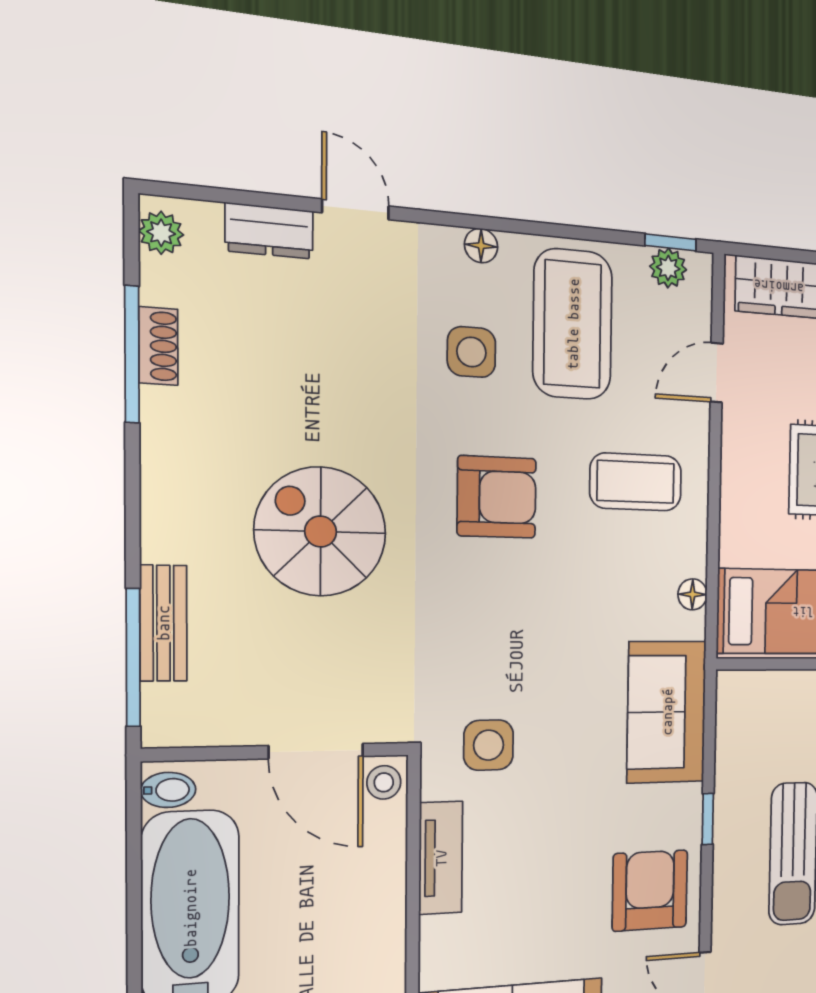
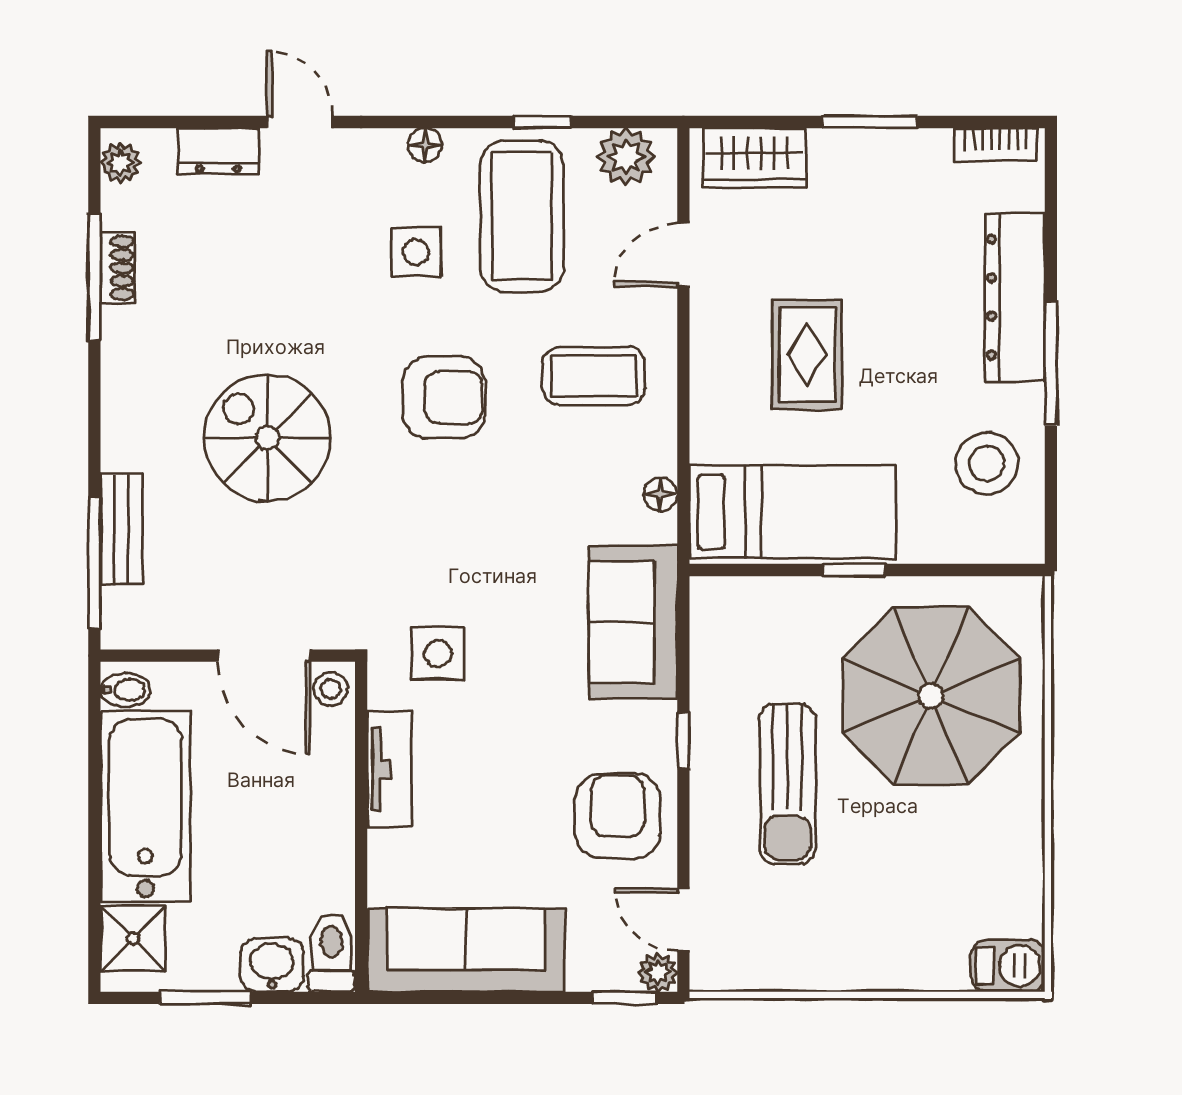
window: (671, 242) -> (542, 122), moved
plant: (668, 268) -> (626, 157), width x1.38, depth x1.38

